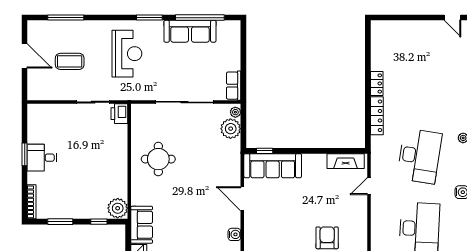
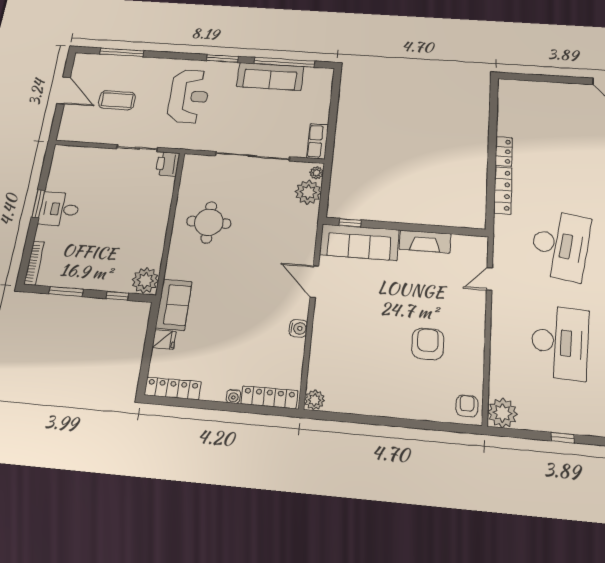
fireplace: (346, 161) -> (425, 241), moved

